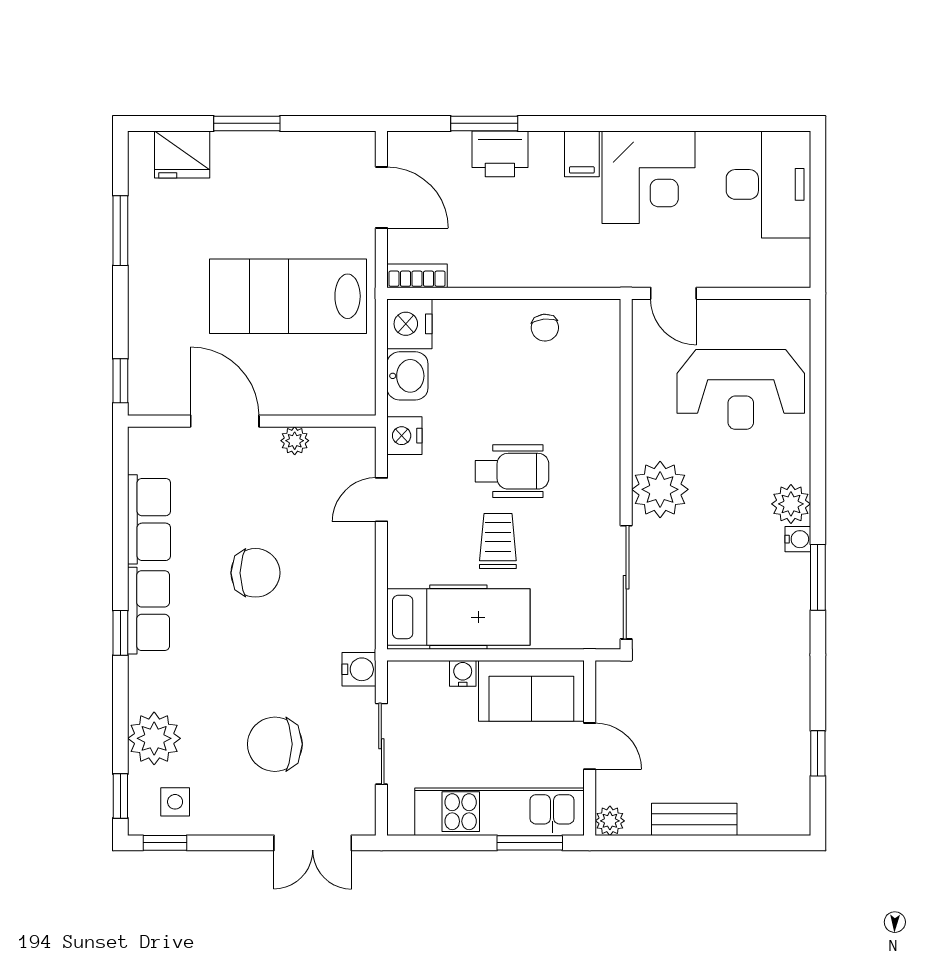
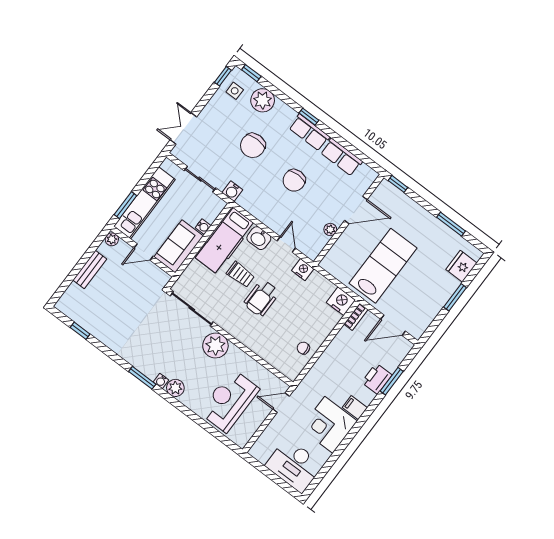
washbasin: (407, 376) -> (259, 238), moved
chair: (275, 744) -> (253, 145), moved, turned 180

